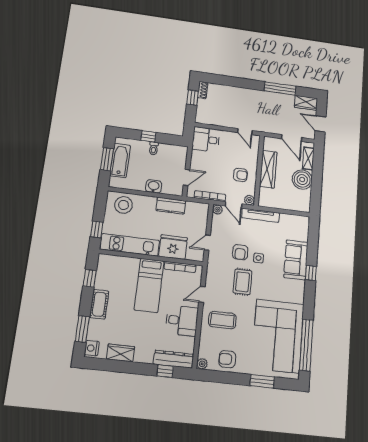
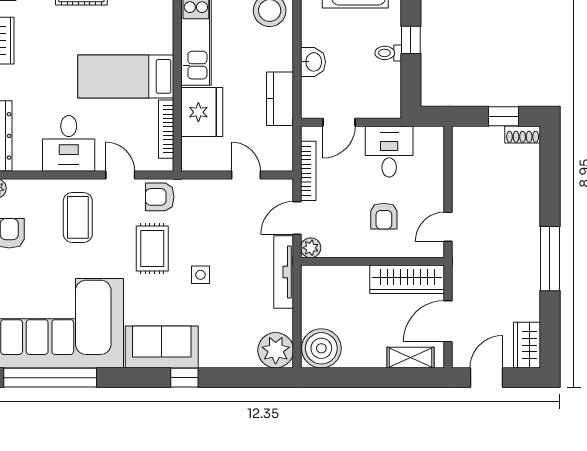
window: (280, 88) -> (550, 259), moved
desk: (206, 139) -> (389, 152), moved
wardrobe: (268, 169) -> (407, 279), moved
armchair: (240, 175) -> (384, 216), moved
door: (187, 177) -> (339, 122), hinge flipped
boiler: (302, 180) -> (321, 348), moved
plant: (218, 210) -> (276, 350), moved, width x1.88, depth x1.88
door: (207, 243) -> (246, 175), moved
armchair: (240, 252) -> (160, 197), moved
sofa: (296, 260) -> (162, 347), moved
rug: (243, 282) -> (152, 248), turned 90

